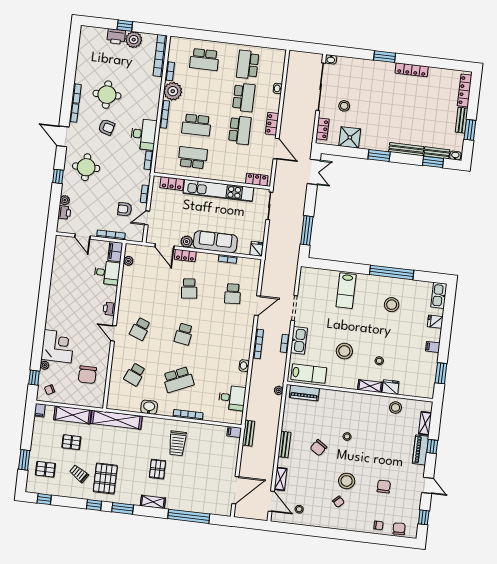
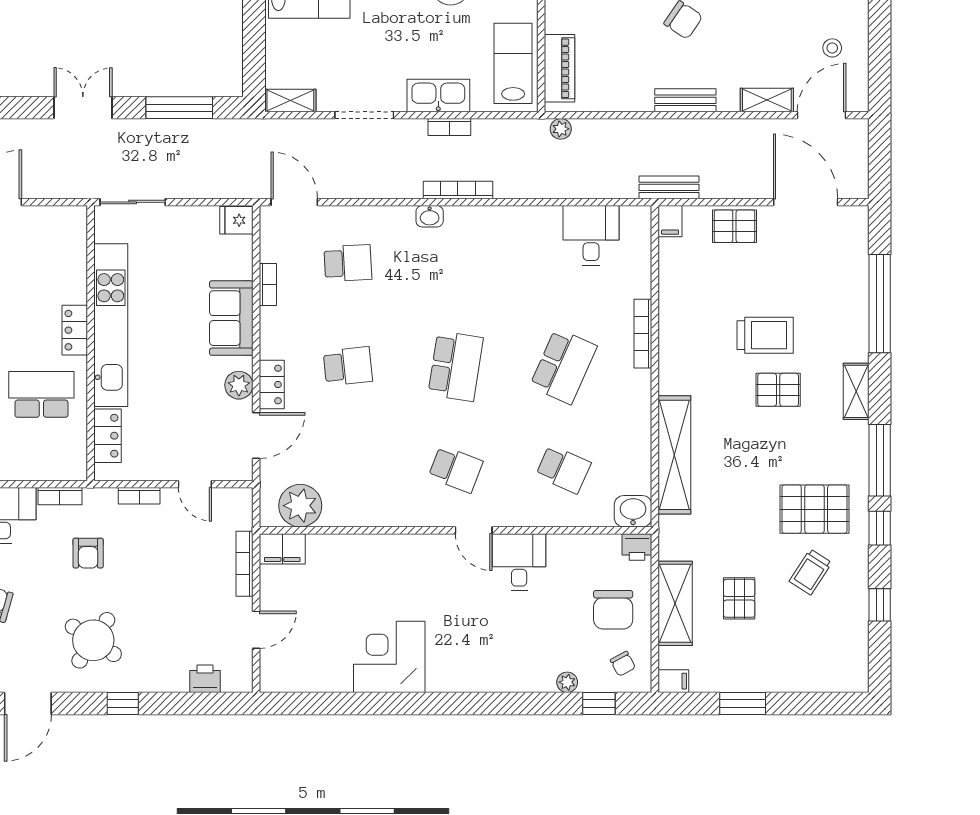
school desk: (193, 158) -> (41, 394), turned 90
round table: (86, 167) -> (93, 640), turned 34
double door: (314, 172) -> (83, 108), moved
locker: (257, 180) -> (75, 330), moved
plant: (65, 200) -> (176, 681), removed
armchair: (125, 209) -> (88, 553), moved
sofa: (215, 242) -> (231, 318), width x0.73
plant: (128, 261) -> (300, 506), width x1.88, depth x1.88
desk: (107, 273) -> (519, 562), moved
shelving: (304, 278) -> (290, 100), added
door: (257, 306) -> (294, 202), moved
printer: (109, 309) -> (637, 547), moved
door: (113, 333) -> (474, 530), hinge flipped
school desk: (184, 334) -> (456, 366), width x1.85
corner desk: (58, 346) -> (389, 657), moved
washbasin: (244, 366) -> (430, 216), moved
chair: (87, 375) -> (613, 610), moved, turned 90
school desk: (178, 380) -> (563, 366), turned 48
washbasin: (149, 407) -> (633, 511), moved, turned 90
shelving: (116, 420) -> (674, 455), moved
trolley: (177, 443) -> (765, 335), moved
window: (24, 460) -> (743, 703), moved
pallet: (45, 469) -> (734, 226), moved, turned 90
window: (44, 499) -> (880, 605), moved
window: (123, 508) -> (880, 460), width x1.44

